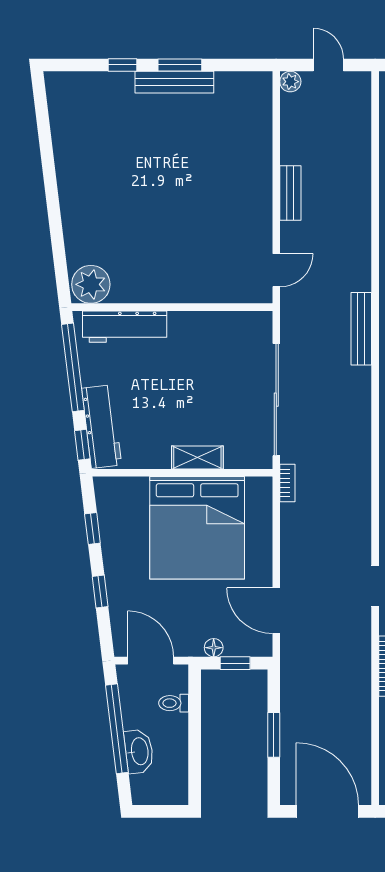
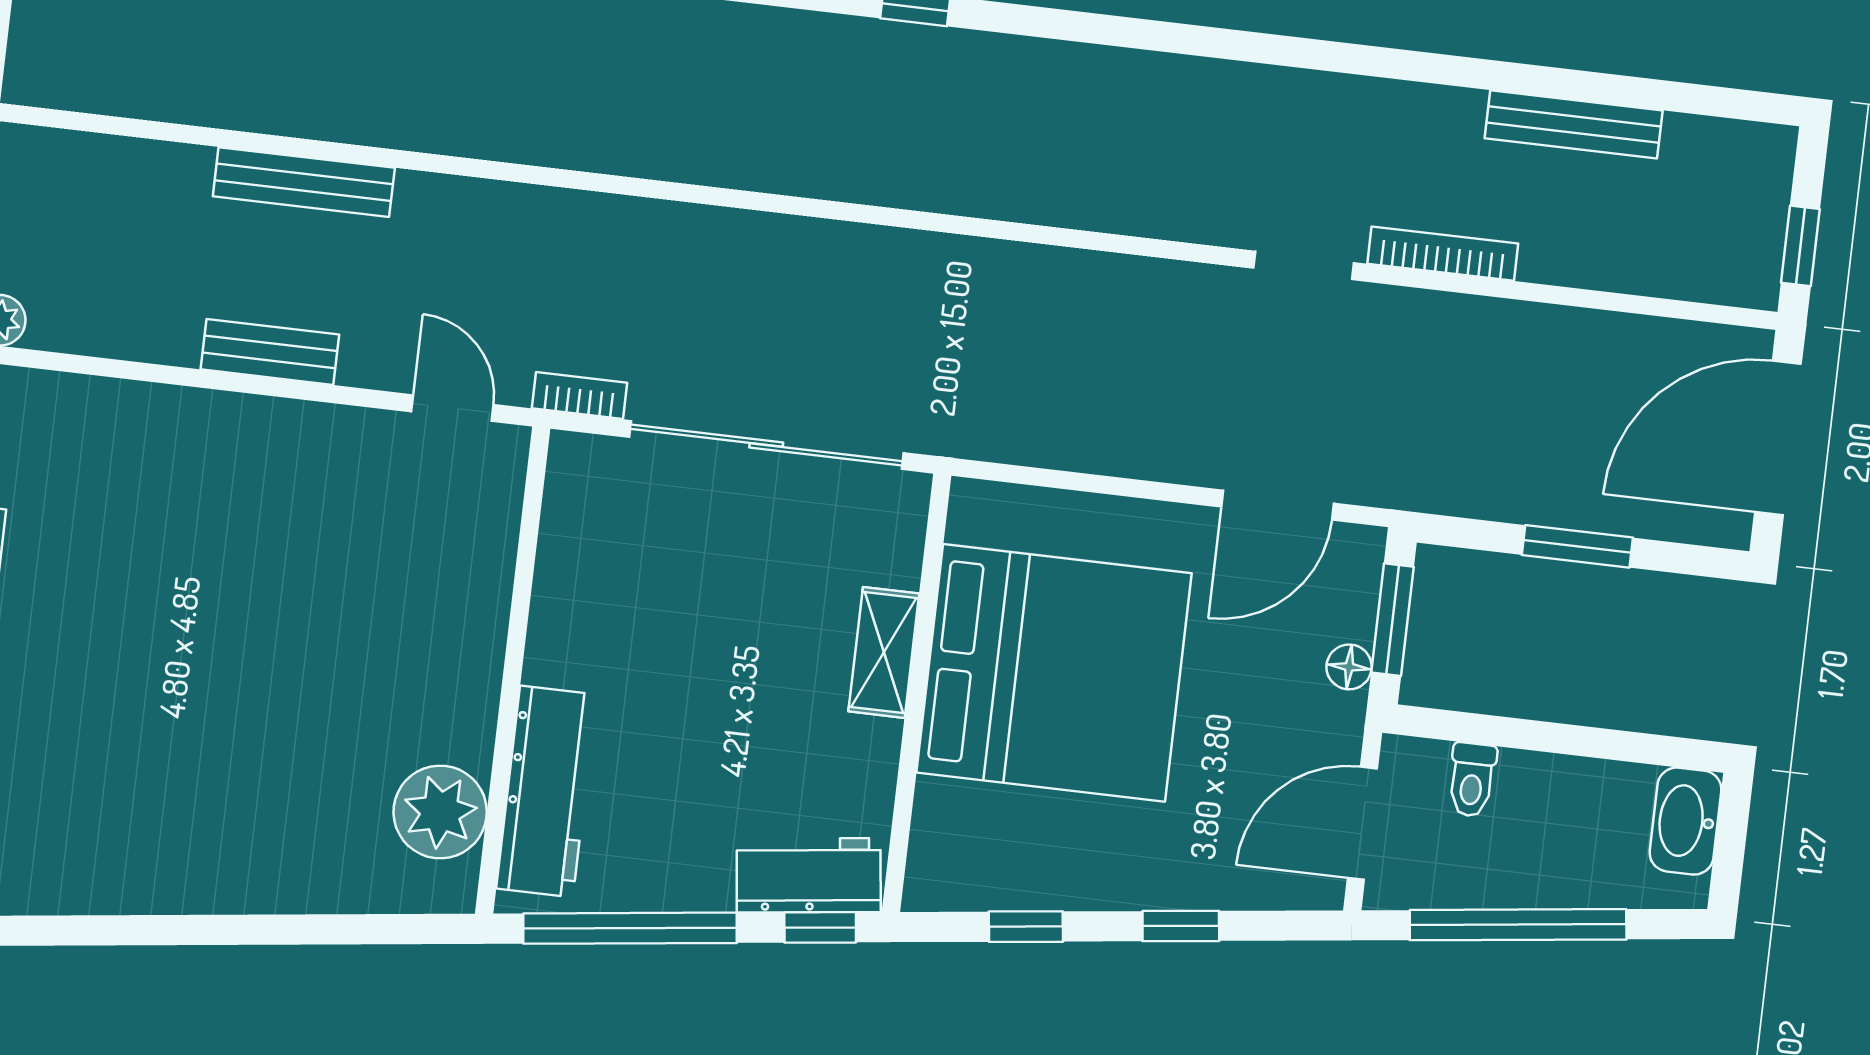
plant: (91, 284) -> (440, 812), moved
bench: (361, 329) -> (304, 182), moved
workbench: (102, 427) -> (809, 875), width x0.73
bookcase: (287, 483) -> (580, 395), moved
doorway: (375, 586) -> (1304, 265), moved
window: (235, 663) -> (1392, 620), width x1.50
washbasin: (139, 751) -> (1685, 821), moved, turned -83

